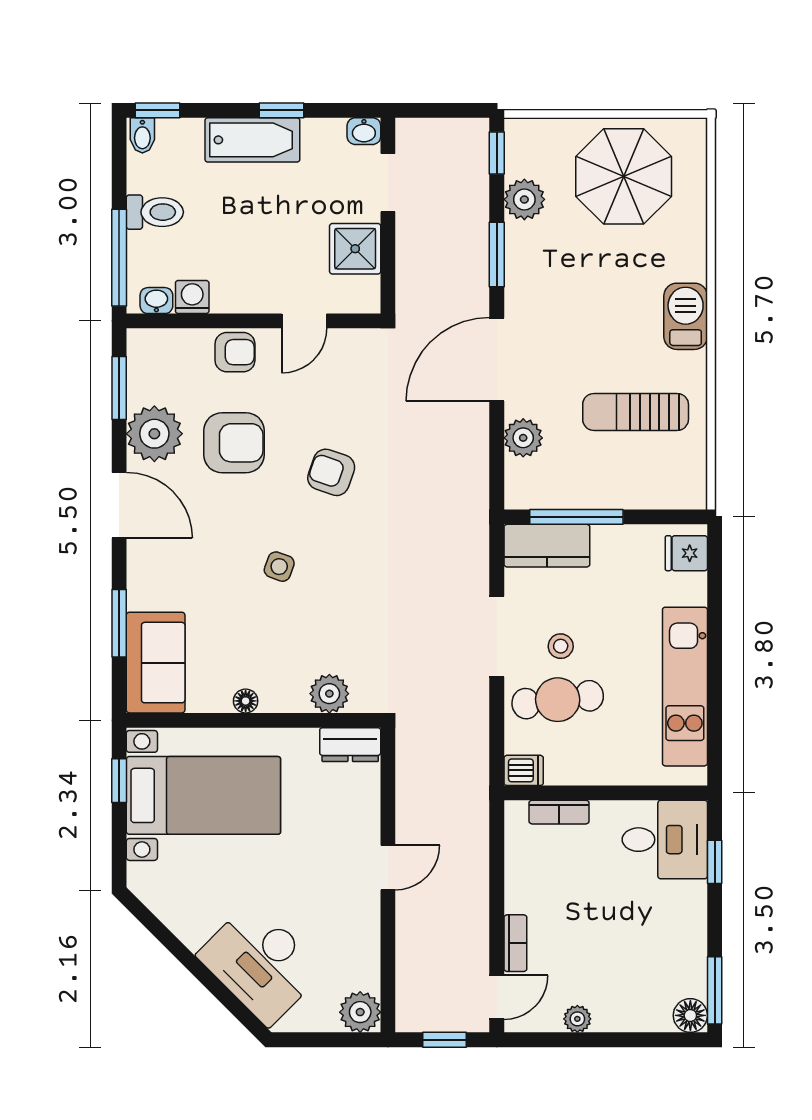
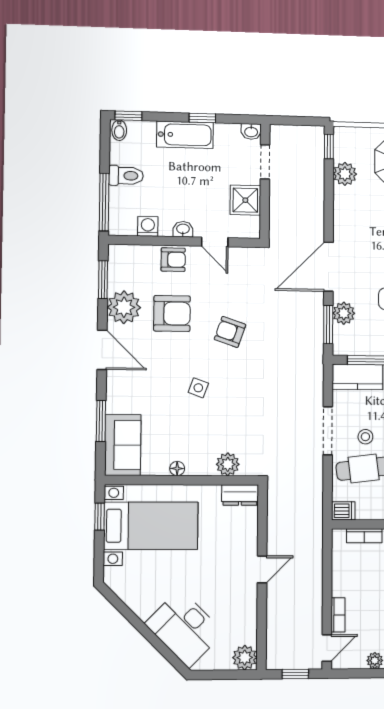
window: (497, 255) -> (328, 324), moved
washbasin: (156, 301) -> (183, 229), moved
door: (304, 321) -> (215, 242), hinge flipped

